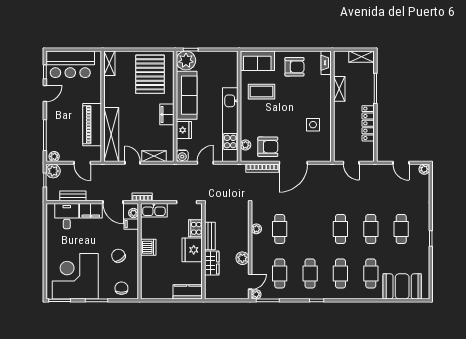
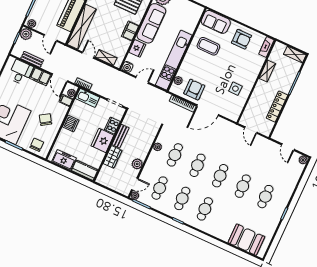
armchair: (268, 147) -> (194, 90), turned -90
cafe table: (371, 273) -> (197, 165), moved
freezer: (159, 291) -> (64, 160), added

